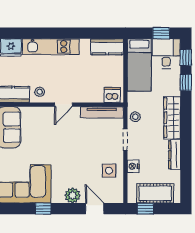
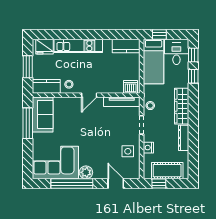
window: (161, 33) -> (159, 34), moved
plant: (72, 195) -> (86, 172), moved
window: (43, 209) -> (72, 184), width x3.17

